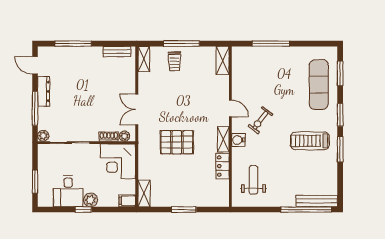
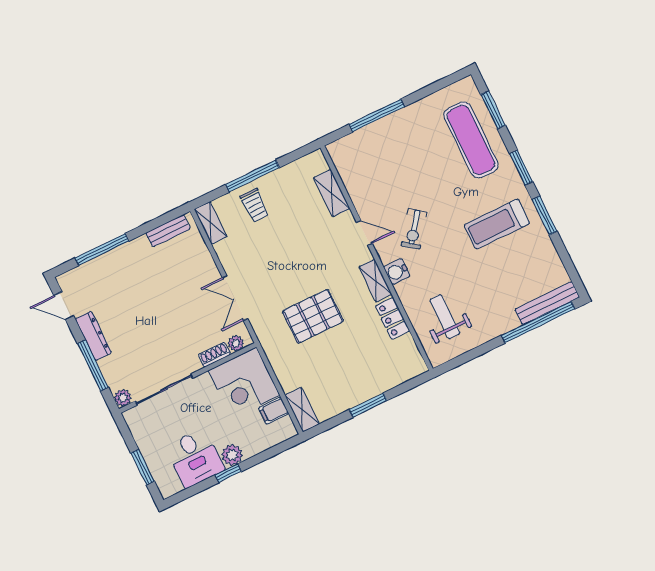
shelving: (223, 60) -> (332, 193), moved
filing cabinet: (127, 201) -> (274, 411), moved

